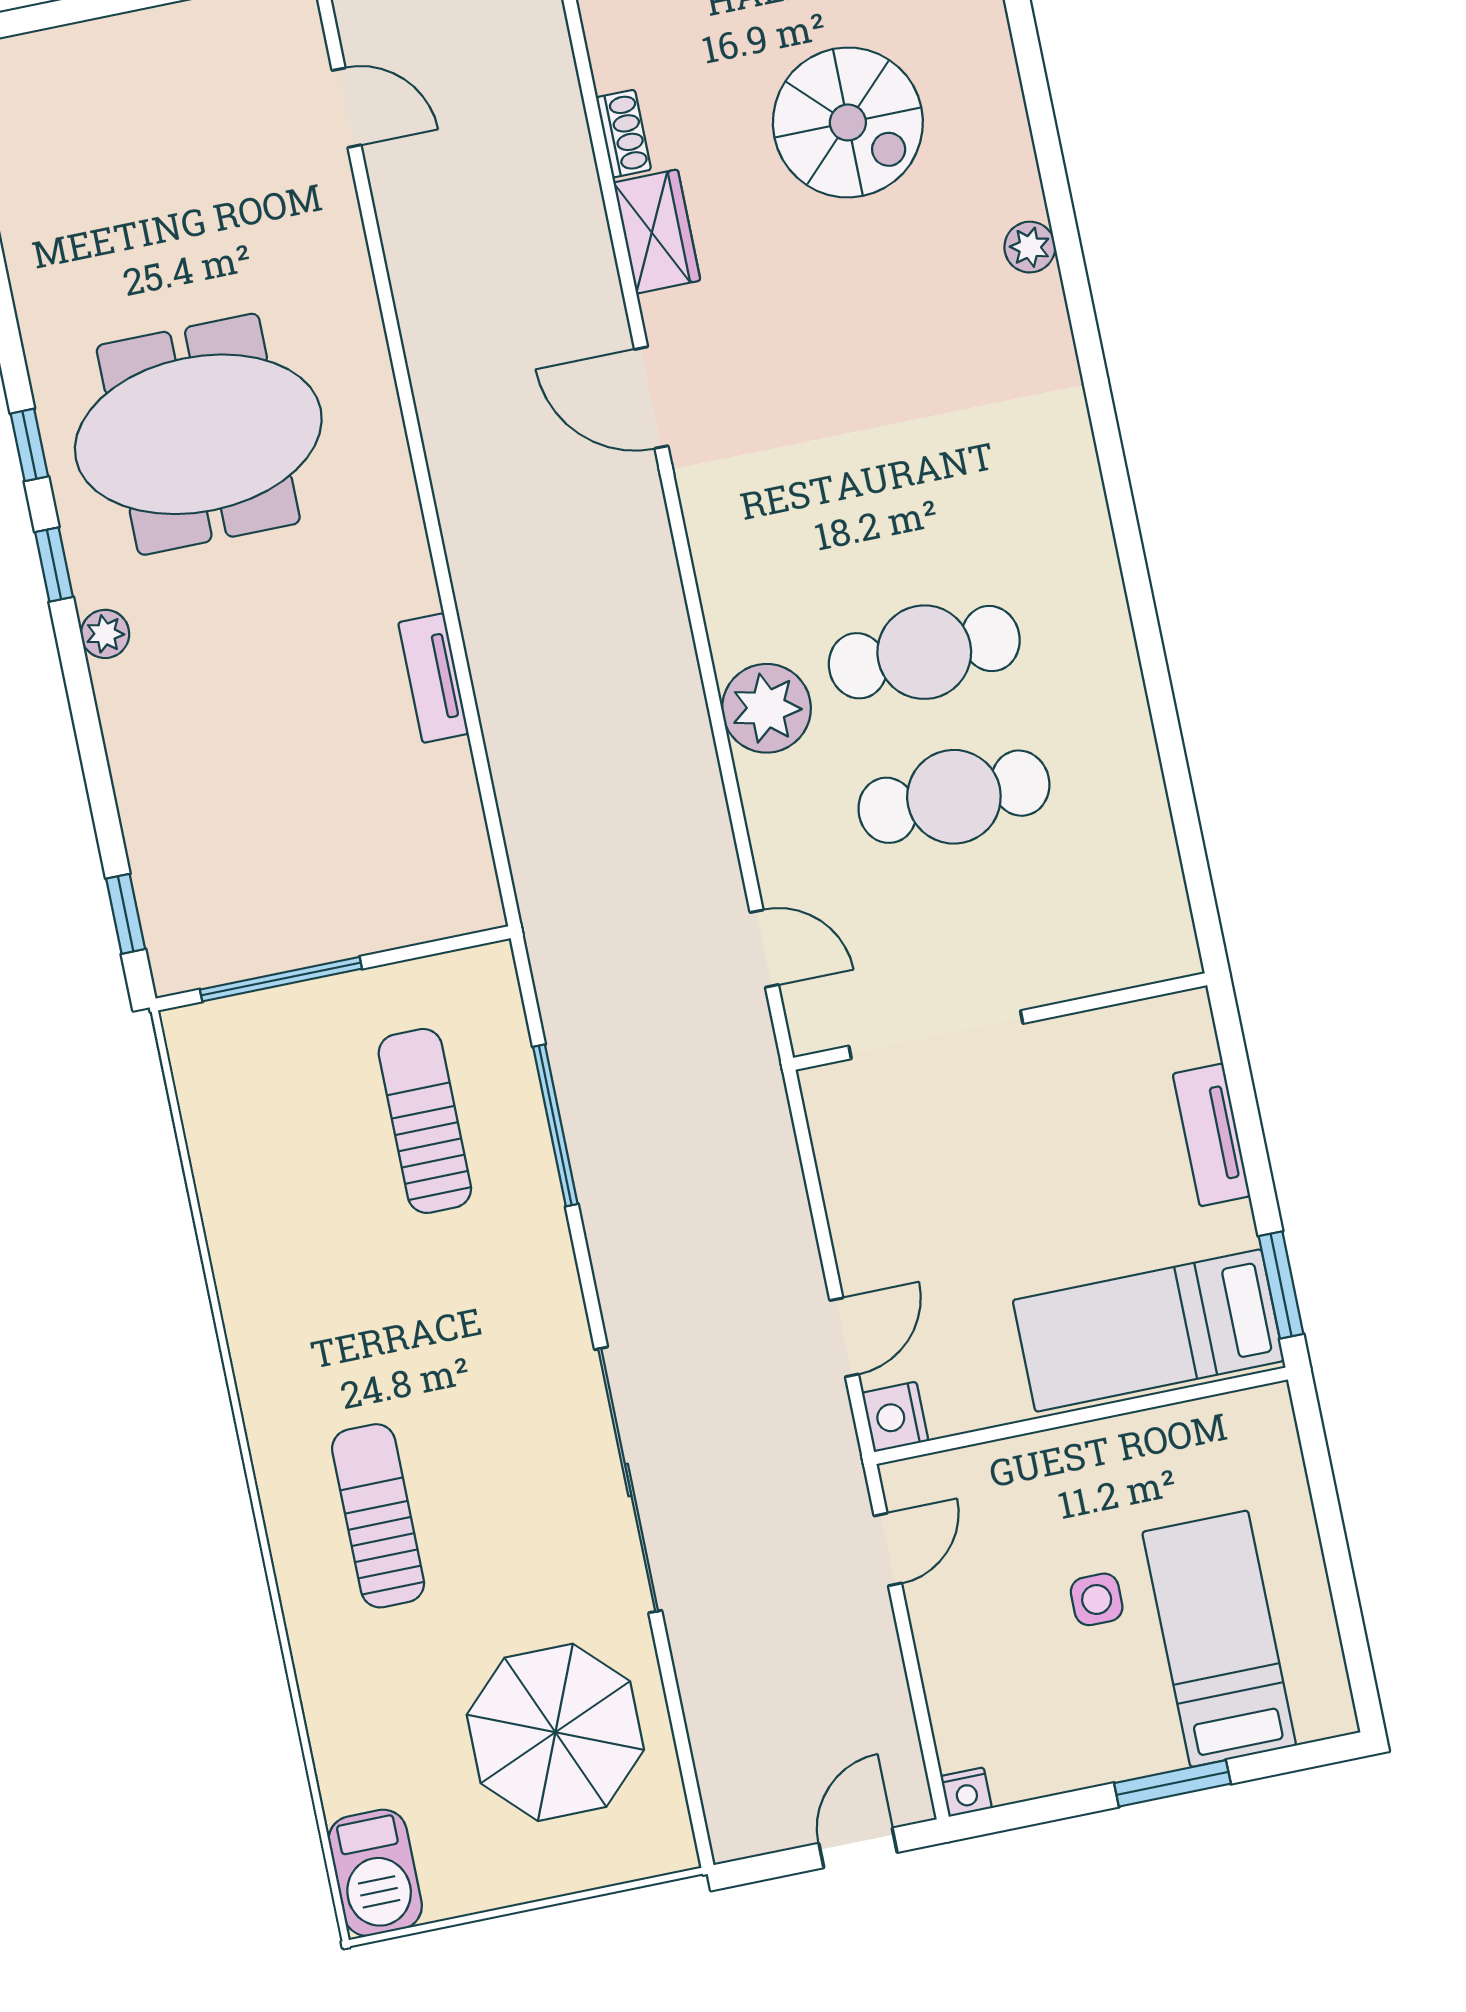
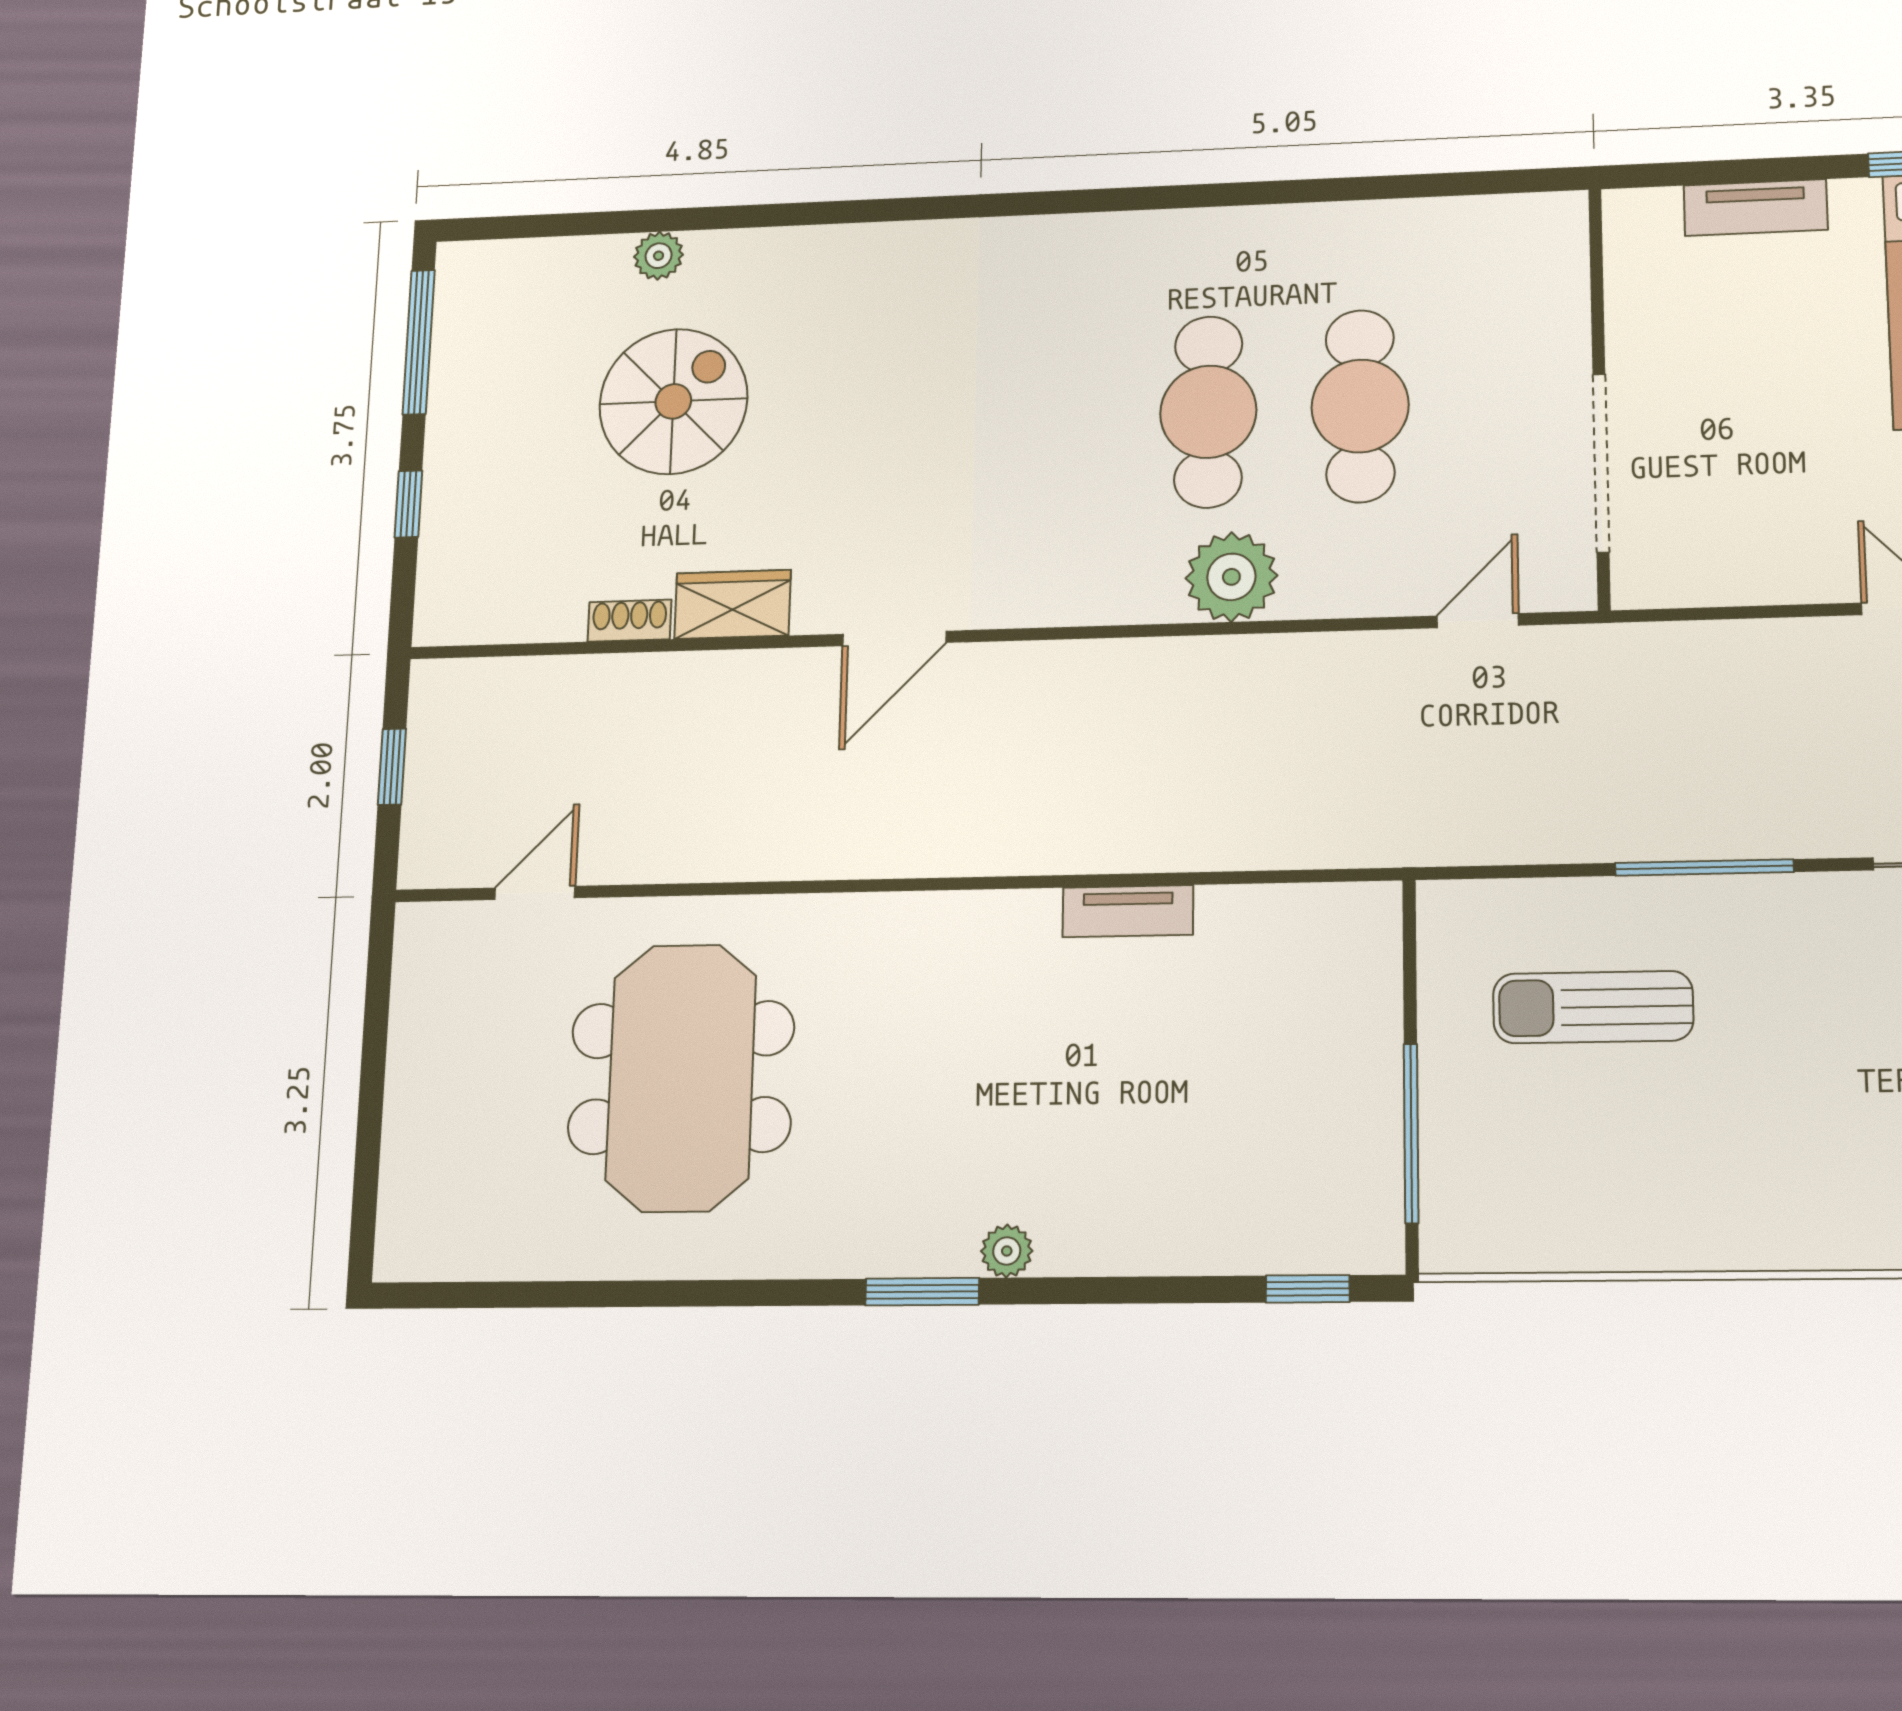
plant: (1030, 247) -> (659, 256), moved
meeting table: (198, 434) -> (681, 1078), moved
window: (29, 445) -> (793, 1293), removed
window: (54, 564) -> (922, 1292), width x1.50
window: (555, 1125) -> (1704, 867), moved

